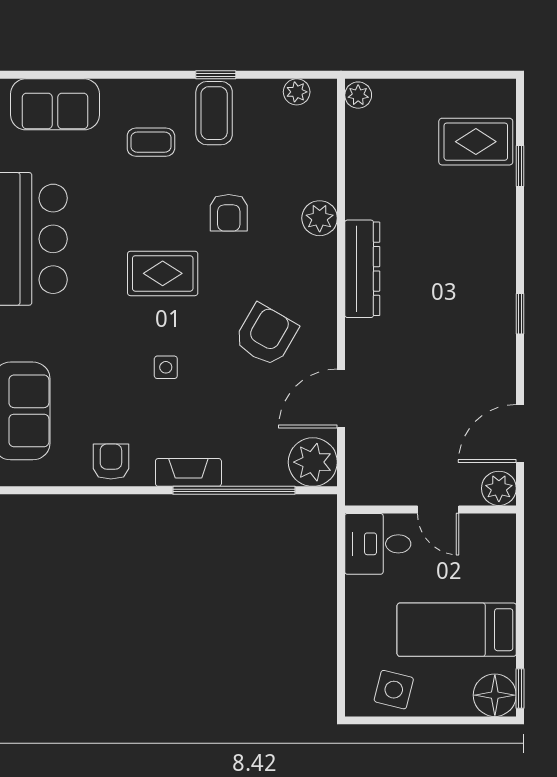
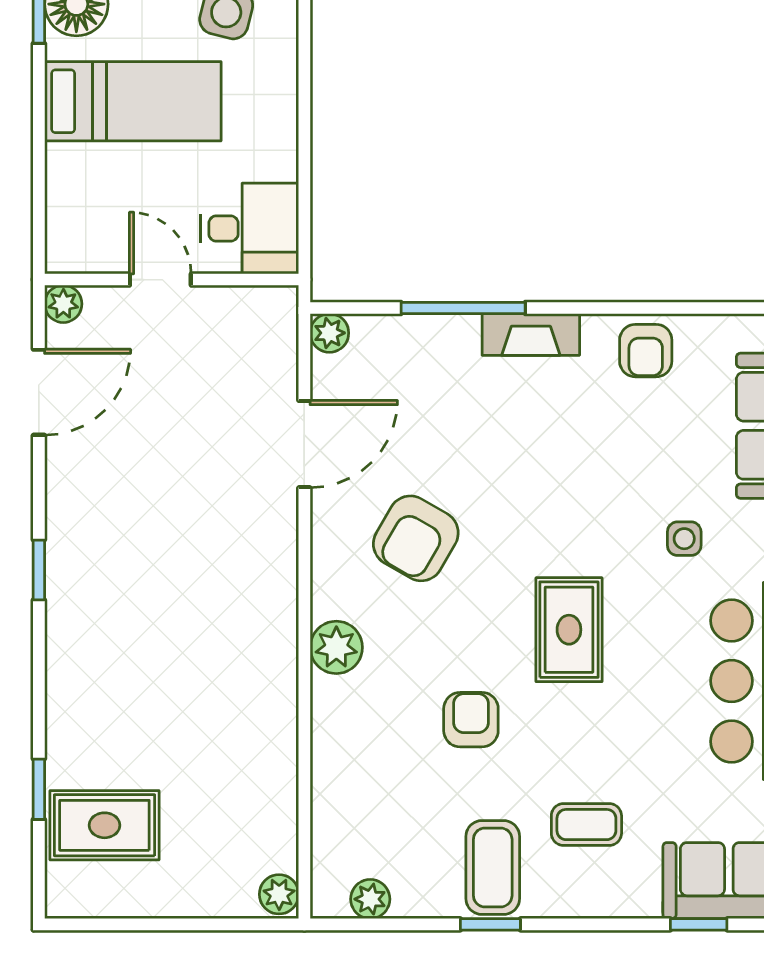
window: (75, 75) -> (699, 924), added
plant: (320, 218) -> (336, 647), moved
dresser: (362, 269) -> (273, 637), removed
rug: (163, 273) -> (569, 630), turned 90
side table: (166, 367) -> (684, 539), moved
plant: (313, 462) -> (329, 333), width x0.53, depth x0.53
plant: (499, 488) -> (63, 304), width x0.73, depth x0.73
window: (234, 490) -> (463, 308), width x0.68

